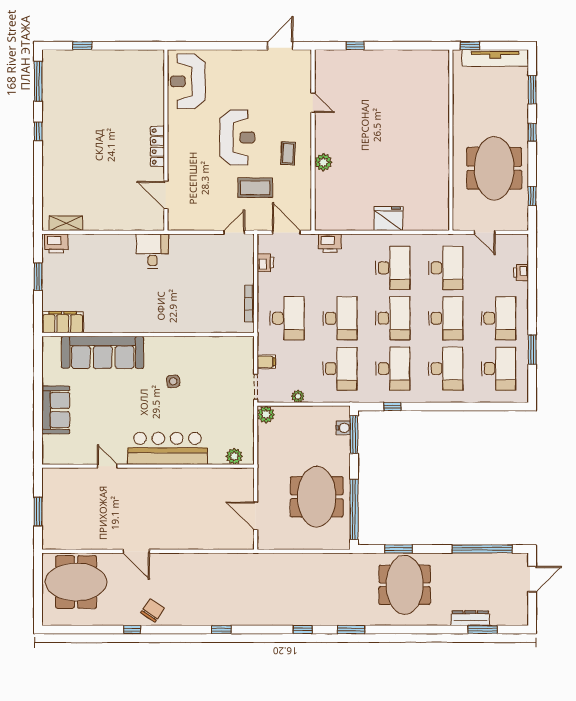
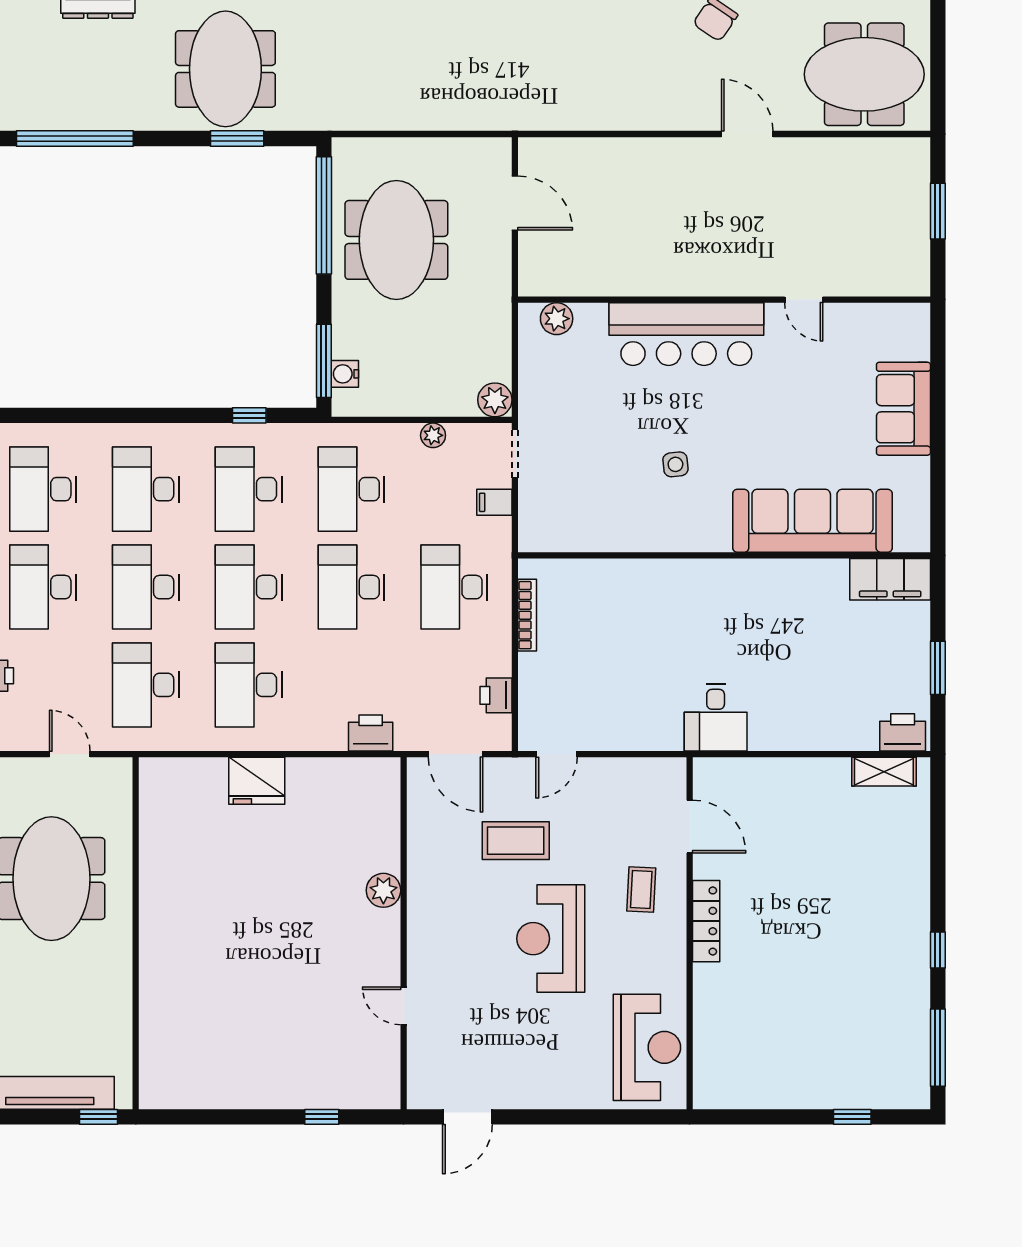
coffee table: (288, 153) -> (641, 889), moved

